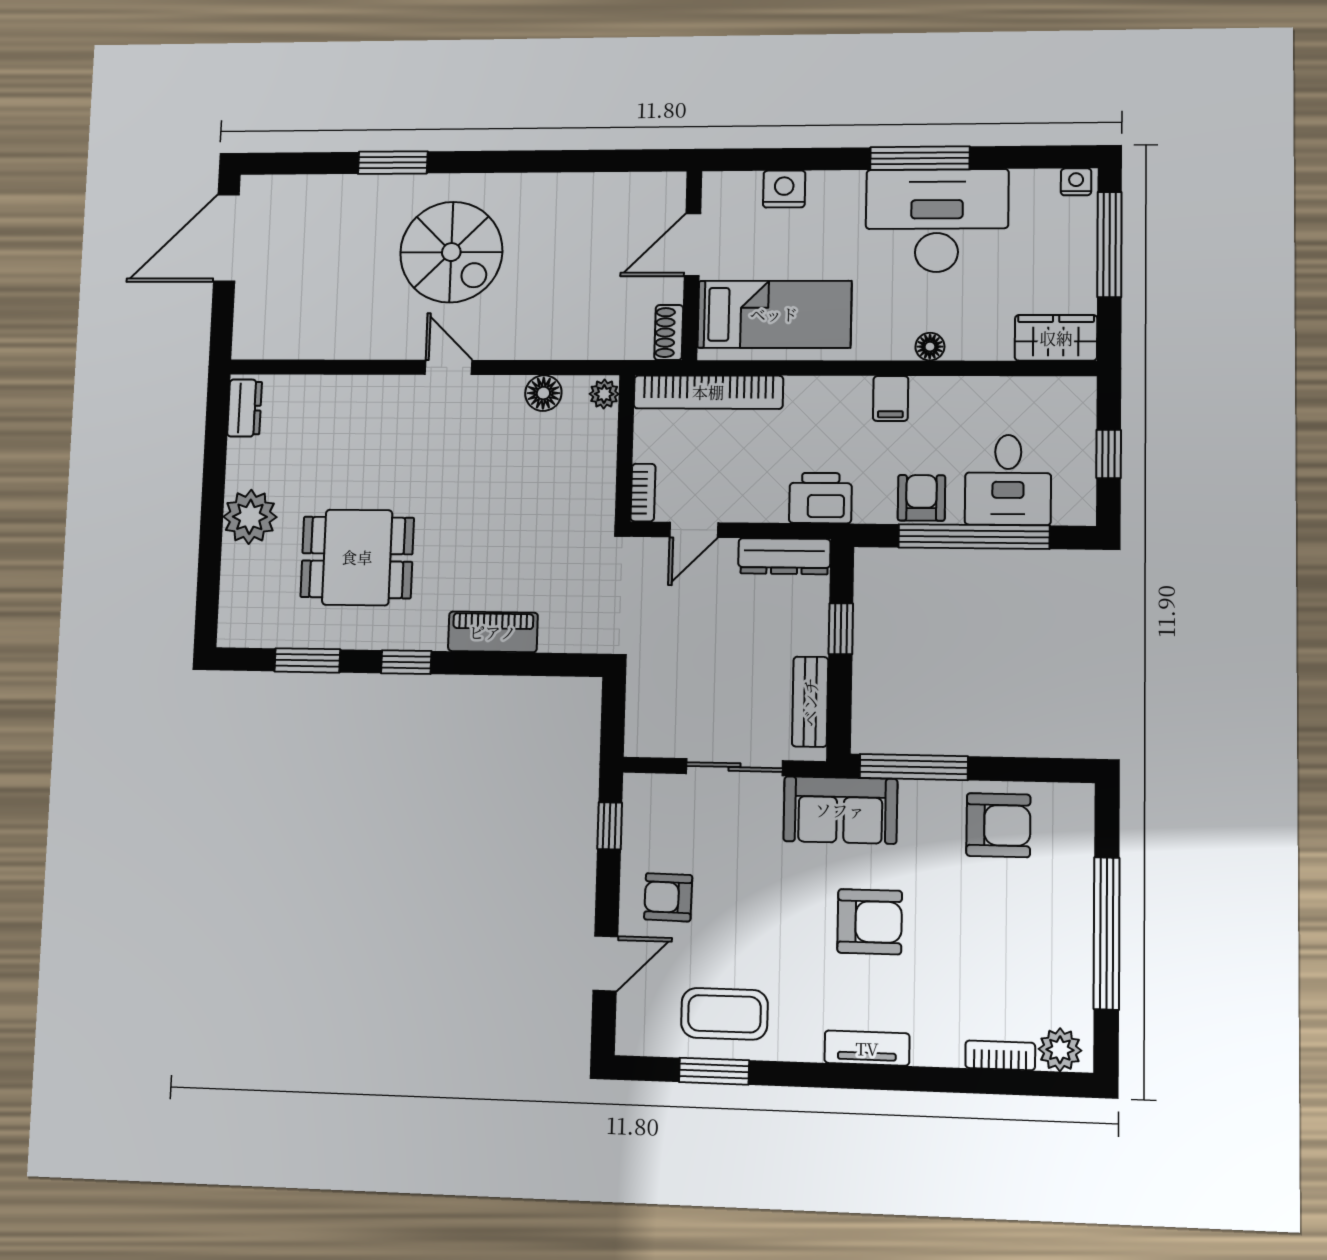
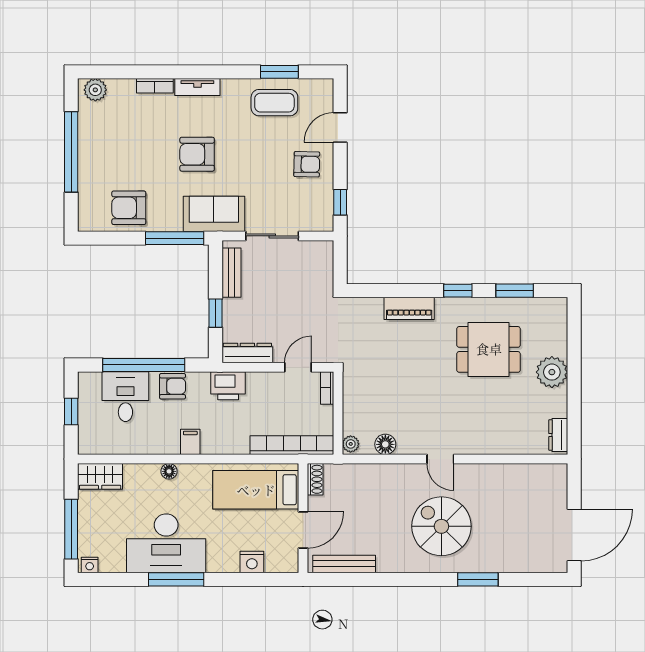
bench: (622, 187) -> (344, 564), added
armchair: (921, 498) -> (173, 386), turned -90
bookcase: (1000, 1055) -> (155, 86), moved

